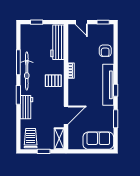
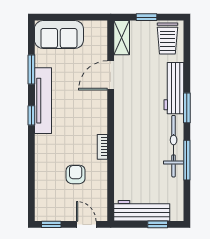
workbench: (57, 42) -> (142, 211), moved, turned -90
armchair: (105, 51) -> (76, 174), moved
pallet: (53, 81) -> (131, 130), removed
tv unit: (108, 85) -> (43, 101), moved
workbench: (27, 107) -> (174, 88), width x1.38

